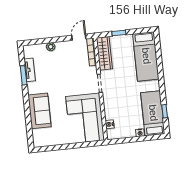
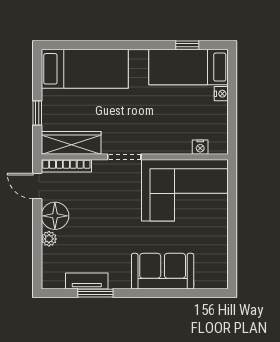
floor lamp: (64, 49) -> (55, 216), added

